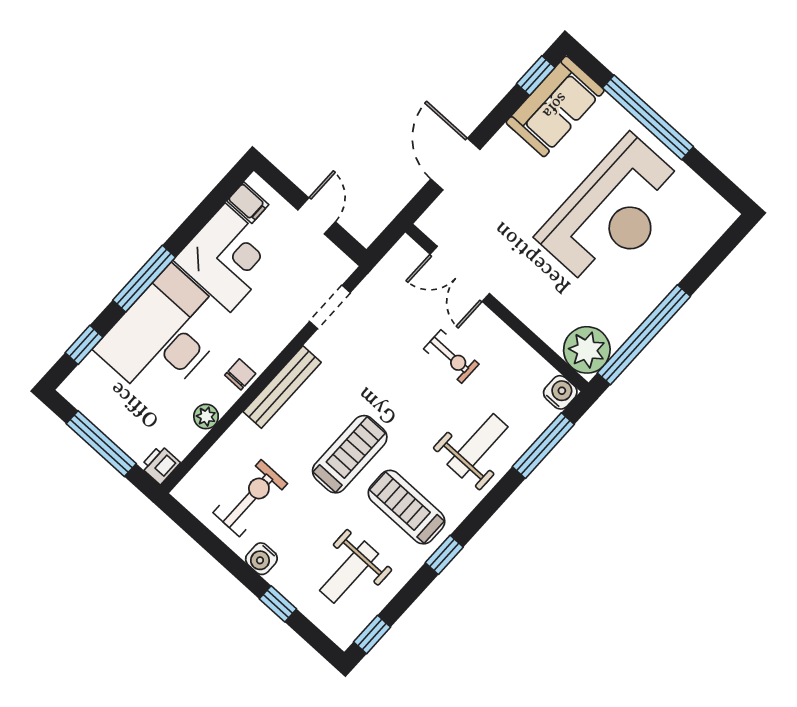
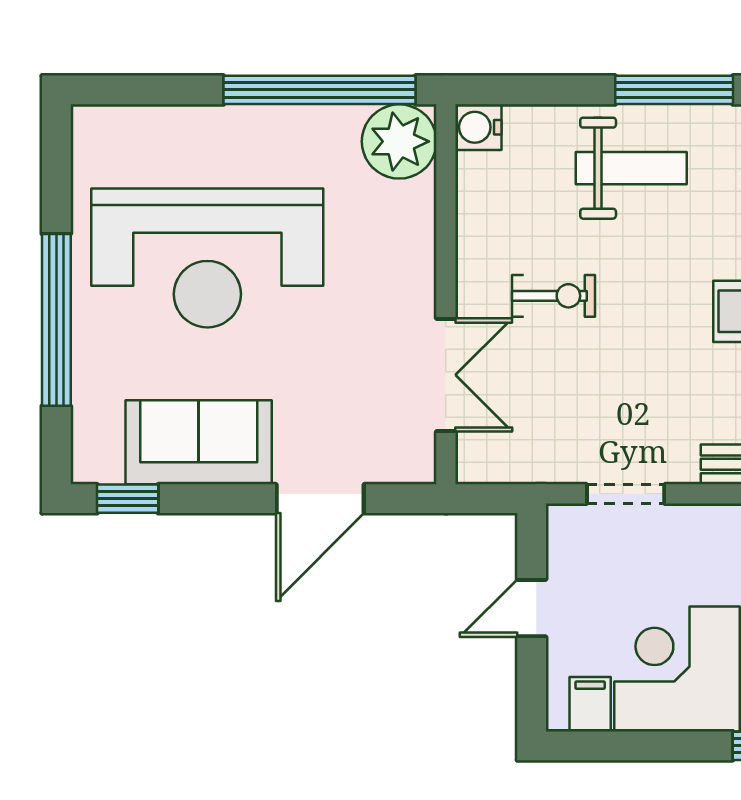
sofa: (555, 106) -> (199, 442), moved
reception desk: (613, 213) -> (207, 258), turned 180
exercise bike: (451, 357) -> (553, 296), turned 90
weight bench: (478, 446) -> (631, 168), turned 180
window: (543, 446) -> (674, 90), moved

